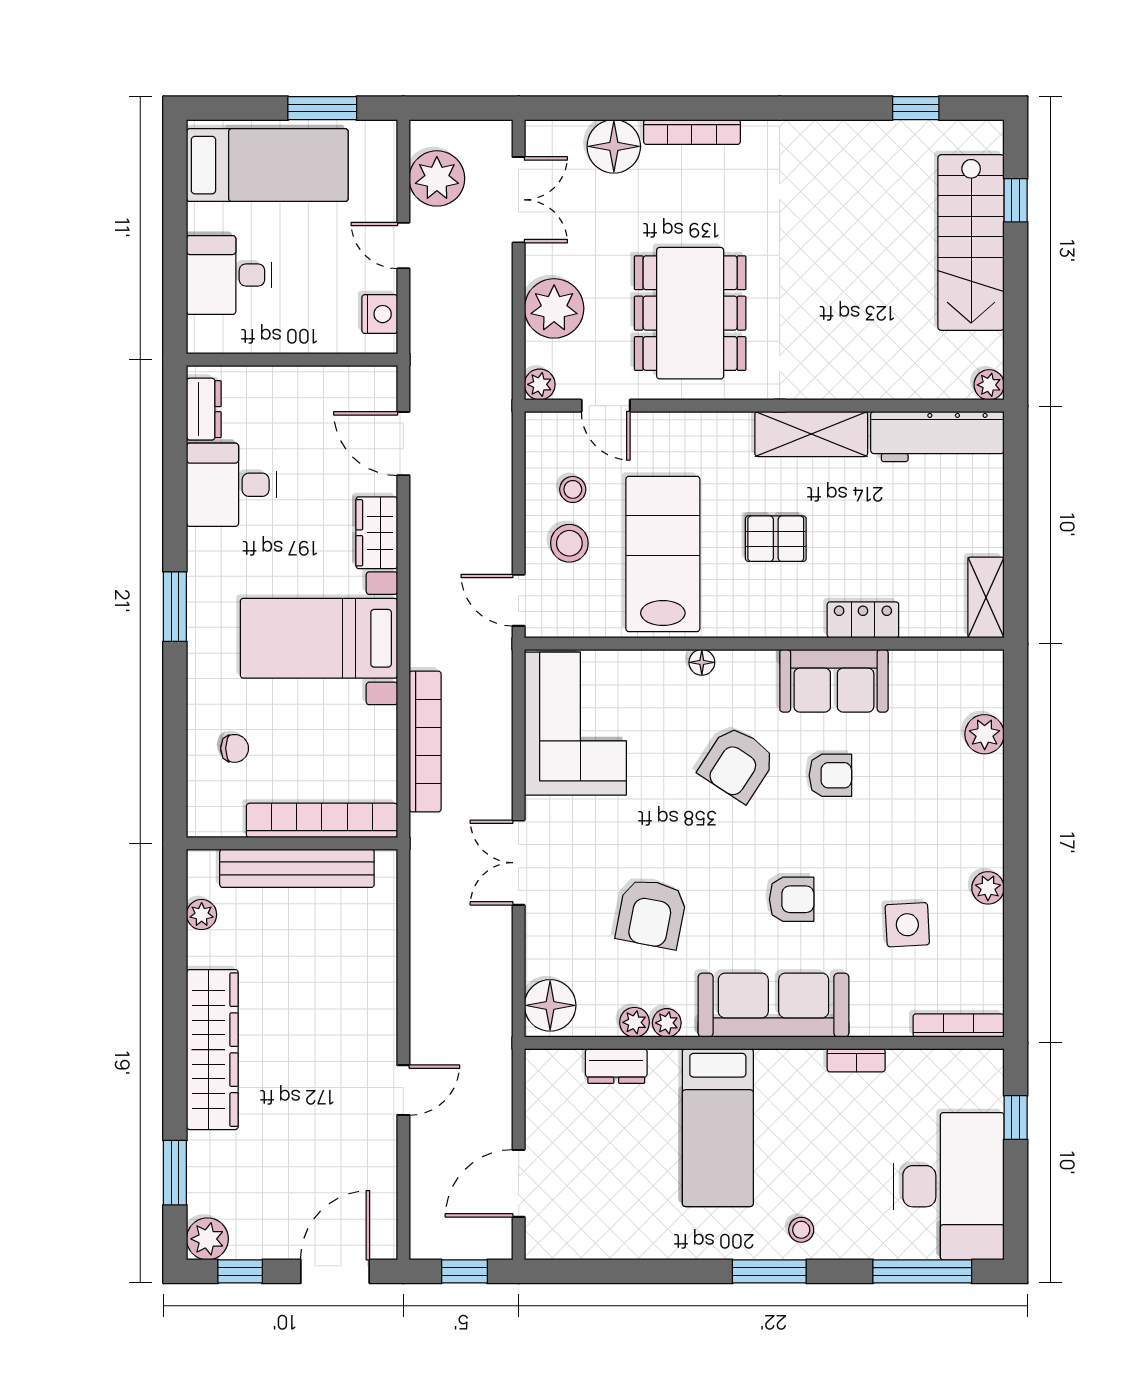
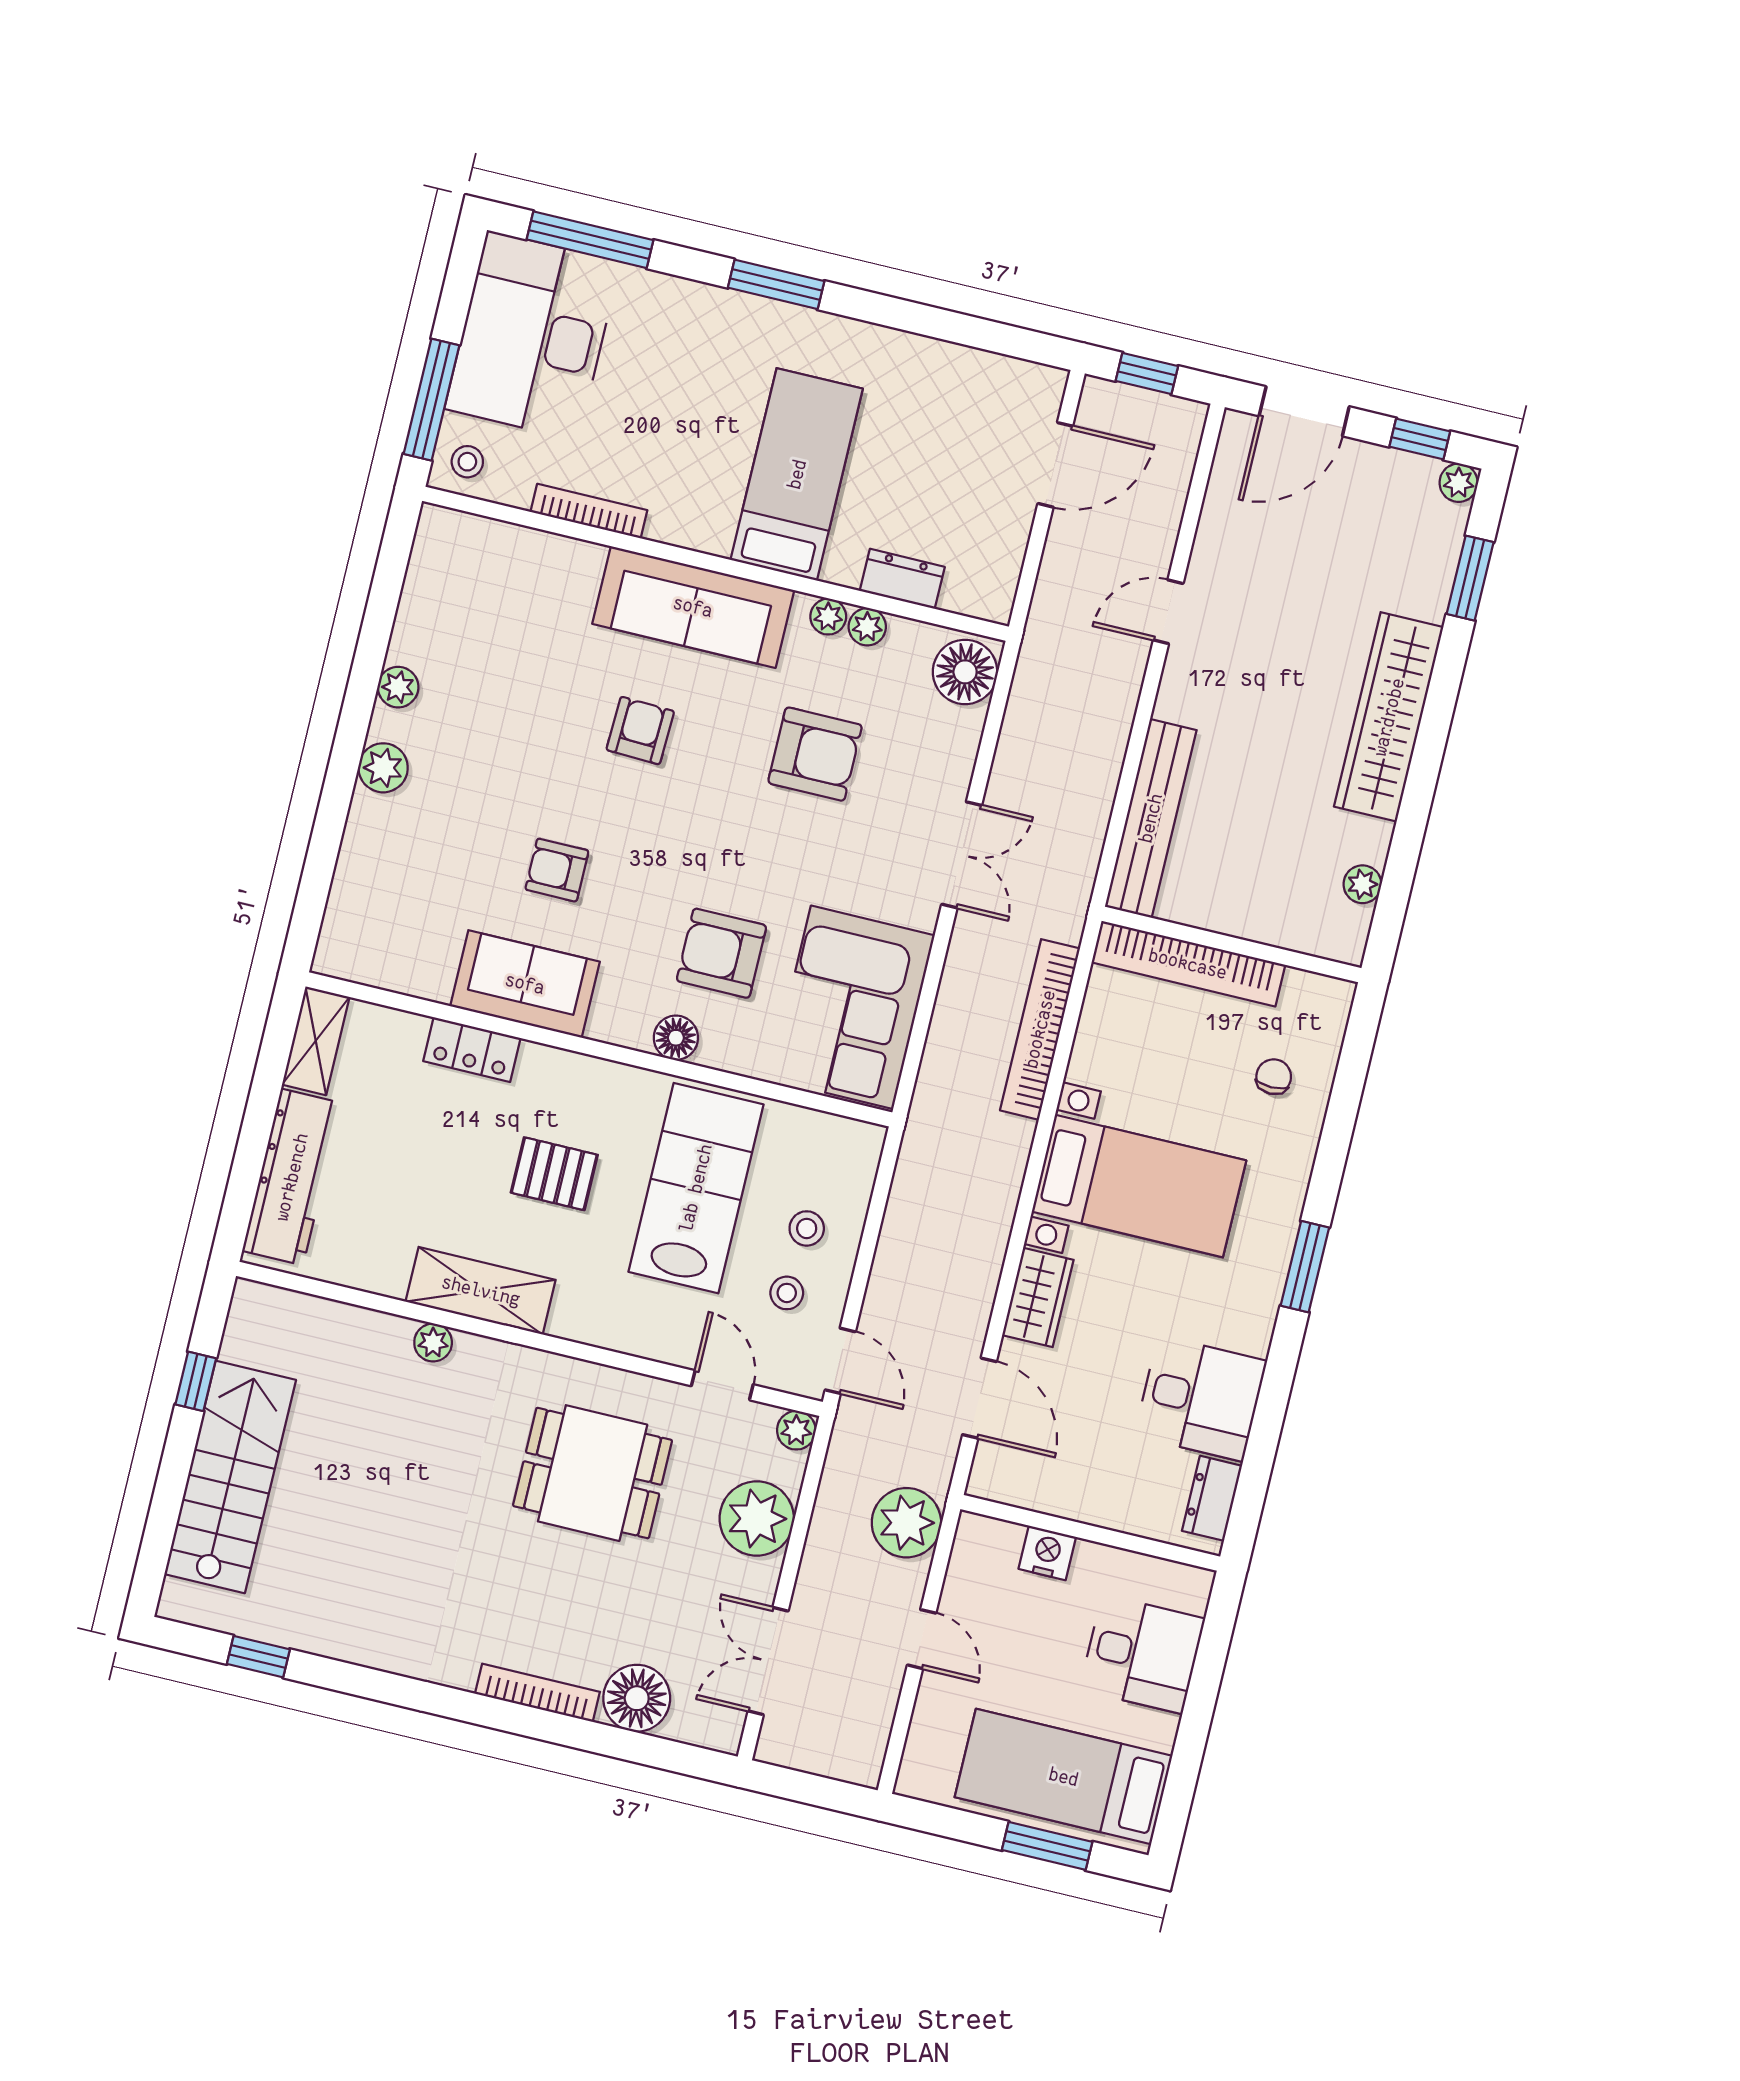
window: (322, 108) -> (1047, 1846), moved
plant: (437, 178) -> (906, 1523), moved
window: (1016, 200) -> (196, 1381), moved
dining table: (690, 313) -> (593, 1473), width x0.73
nightstand: (380, 314) -> (1047, 1553), moved, turned 90
plant: (989, 385) -> (433, 1343), moved
workbench: (937, 437) -> (292, 1177), moved, turned 90
stool: (569, 543) -> (807, 1228), width x0.73, depth x0.73
lab bench: (663, 554) -> (696, 1188), turned 180
door: (519, 600) -> (840, 1361), moved
floor lamp: (702, 662) -> (676, 1038), width x1.37, depth x1.37
plant: (985, 734) -> (383, 768), moved
chair: (235, 748) -> (1274, 1077), turned 90
armchair: (737, 764) -> (721, 953), moved, turned -123
bench: (297, 868) -> (1151, 818), moved, turned 90
armchair: (792, 899) -> (640, 731), turned 92
armchair: (651, 914) -> (815, 754), turned 79
side table: (907, 925) -> (507, 666), removed
bookcase: (959, 1026) -> (474, 528), removed
bookcase: (856, 1060) -> (589, 511), width x1.56
window: (1016, 1118) -> (431, 400), width x2.17
stool: (801, 1230) -> (467, 462), moved
plant: (207, 1239) -> (1459, 483), width x0.73, depth x0.73

